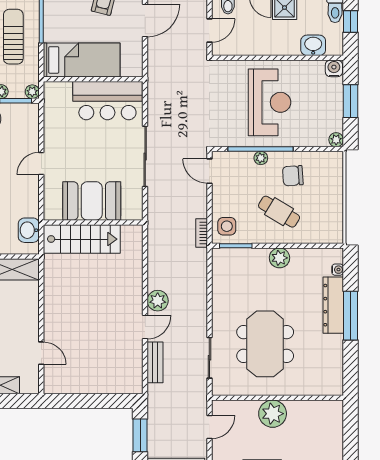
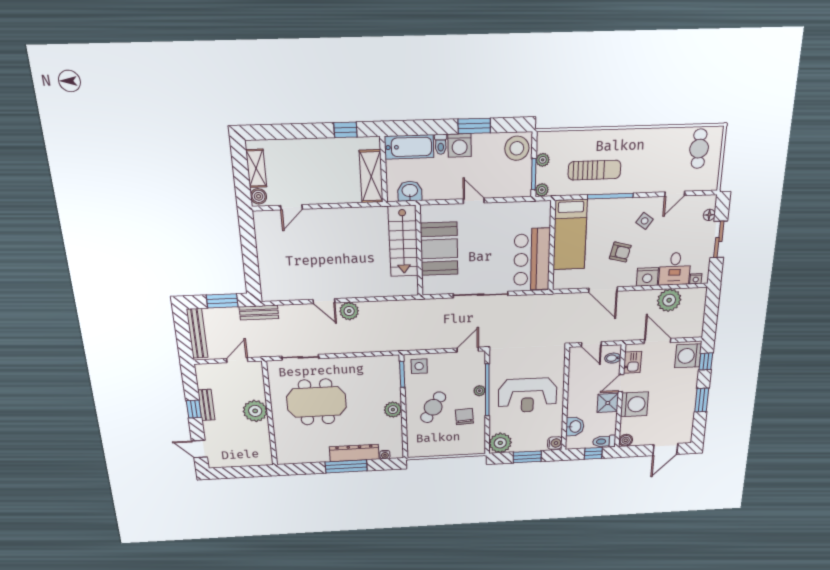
plant: (336, 140) -> (500, 443), width x1.87, depth x1.87
bookcase: (202, 233) -> (412, 346), removed
bench: (155, 362) -> (259, 313), moved
boiler: (29, 386) -> (259, 196), added
door: (209, 427) -> (237, 360), swing flipped

